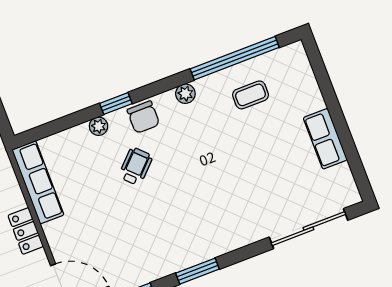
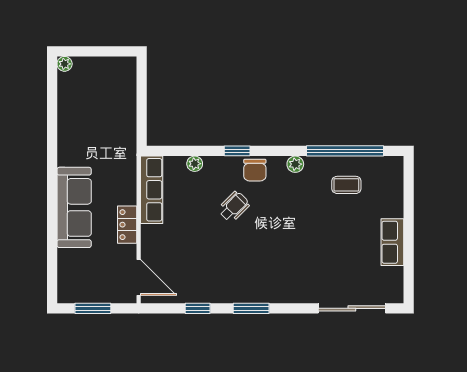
plant: (99, 126) -> (195, 164), moved

